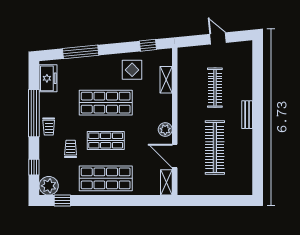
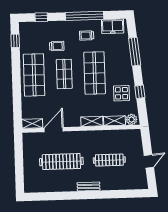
window: (148, 45) -> (140, 92), moved
shelving: (166, 108) -> (92, 121), added
trolley: (49, 127) -> (87, 35), moved
plant: (165, 130) -> (132, 120), moved
plant: (49, 186) -> (27, 29), removed

